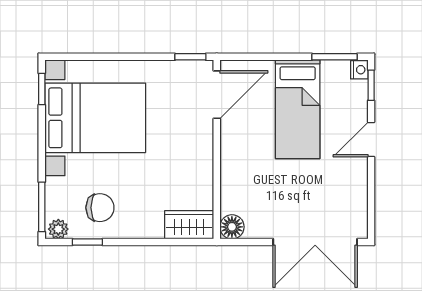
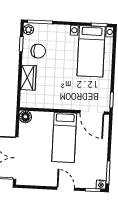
bed: (298, 109) -> (64, 137), moved, turned -90
bed with nightstands: (95, 118) -> (91, 51), width x0.73
chair: (100, 208) -> (38, 51), turned -90
wardrobe: (189, 225) -> (28, 78), moved

